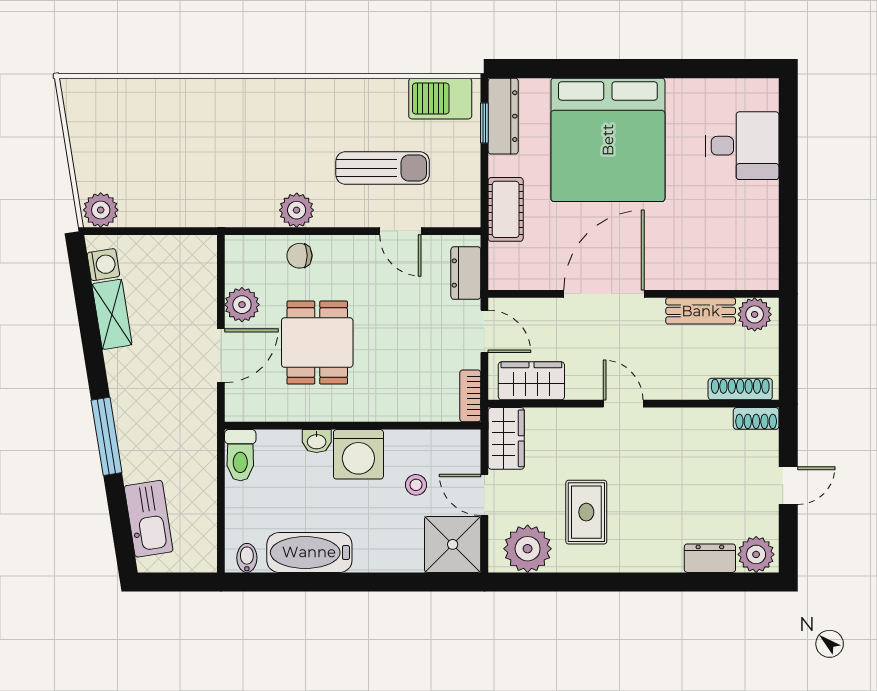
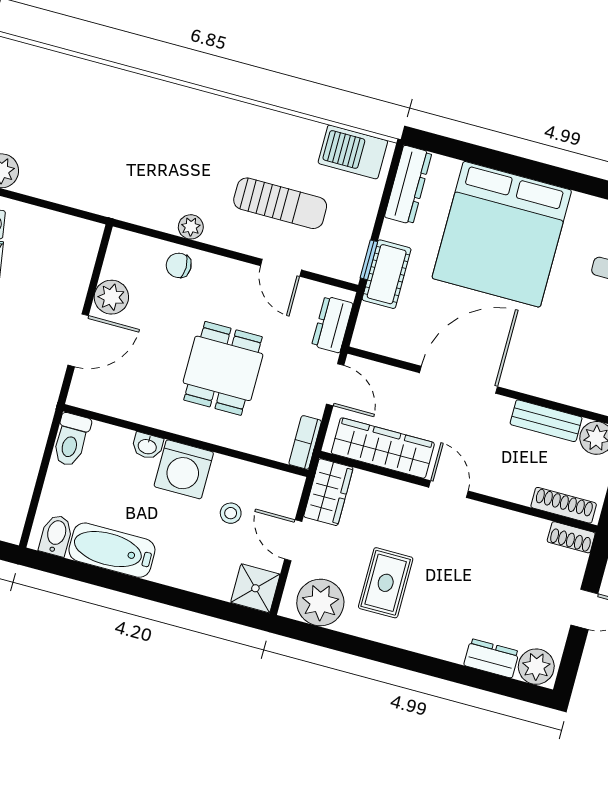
window: (484, 123) -> (369, 260), moved
plant: (297, 210) -> (191, 227), width x0.73, depth x0.73
dining table: (317, 343) -> (223, 368), moved
wardrobe: (531, 381) -> (383, 448), width x1.50
shower: (453, 544) -> (255, 588), width x0.73, depth x0.73
bidet: (247, 558) -> (56, 535), width x1.38, depth x1.36

